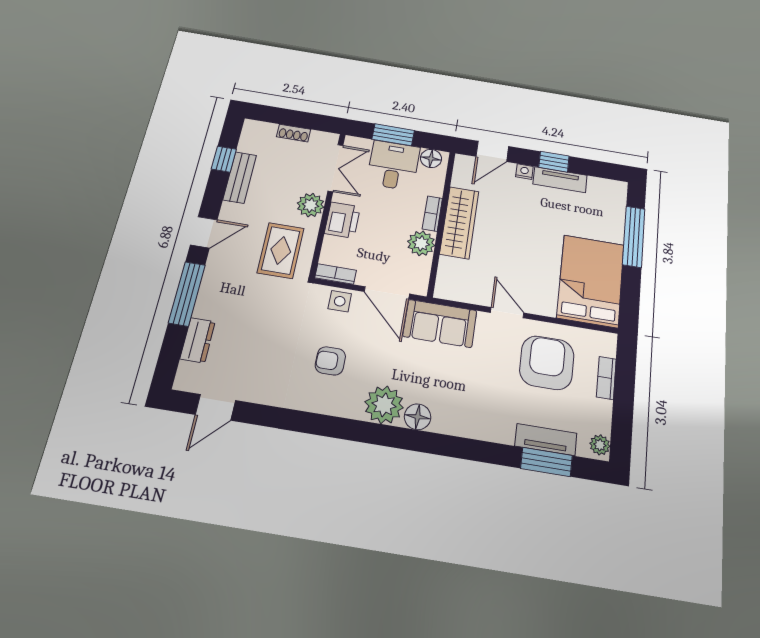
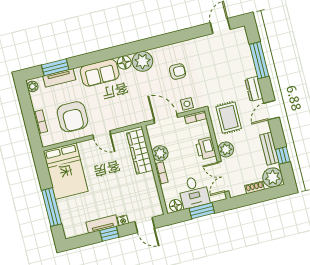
plant: (258, 135) -> (273, 177), added
door: (492, 151) -> (145, 225), swing flipped
wardrobe: (459, 222) -> (140, 152), moved
window: (187, 294) -> (259, 60), moved
sofa: (440, 323) -> (100, 73), moved, turned 180
dresser: (198, 340) -> (254, 89), moved

